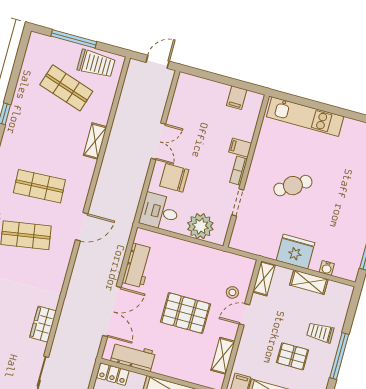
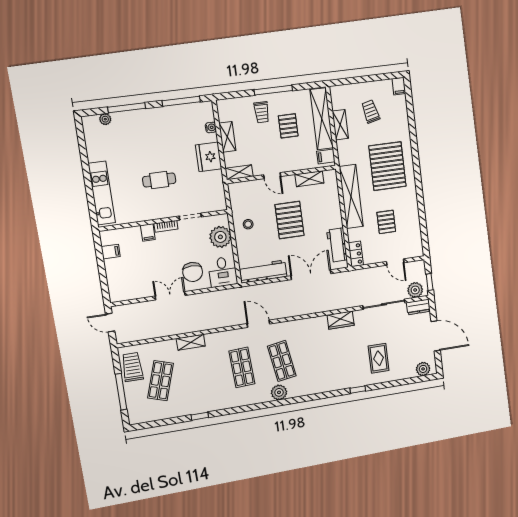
cafe table: (293, 186) -> (159, 180), turned -58
workbench: (138, 265) -> (263, 272), width x1.37
stool: (232, 292) -> (248, 224), moved

